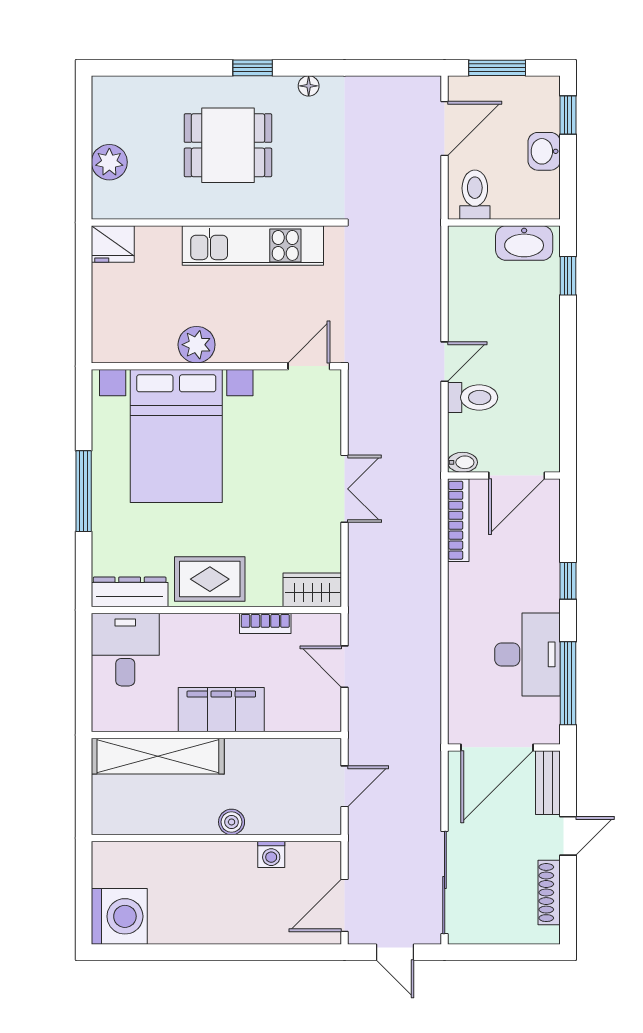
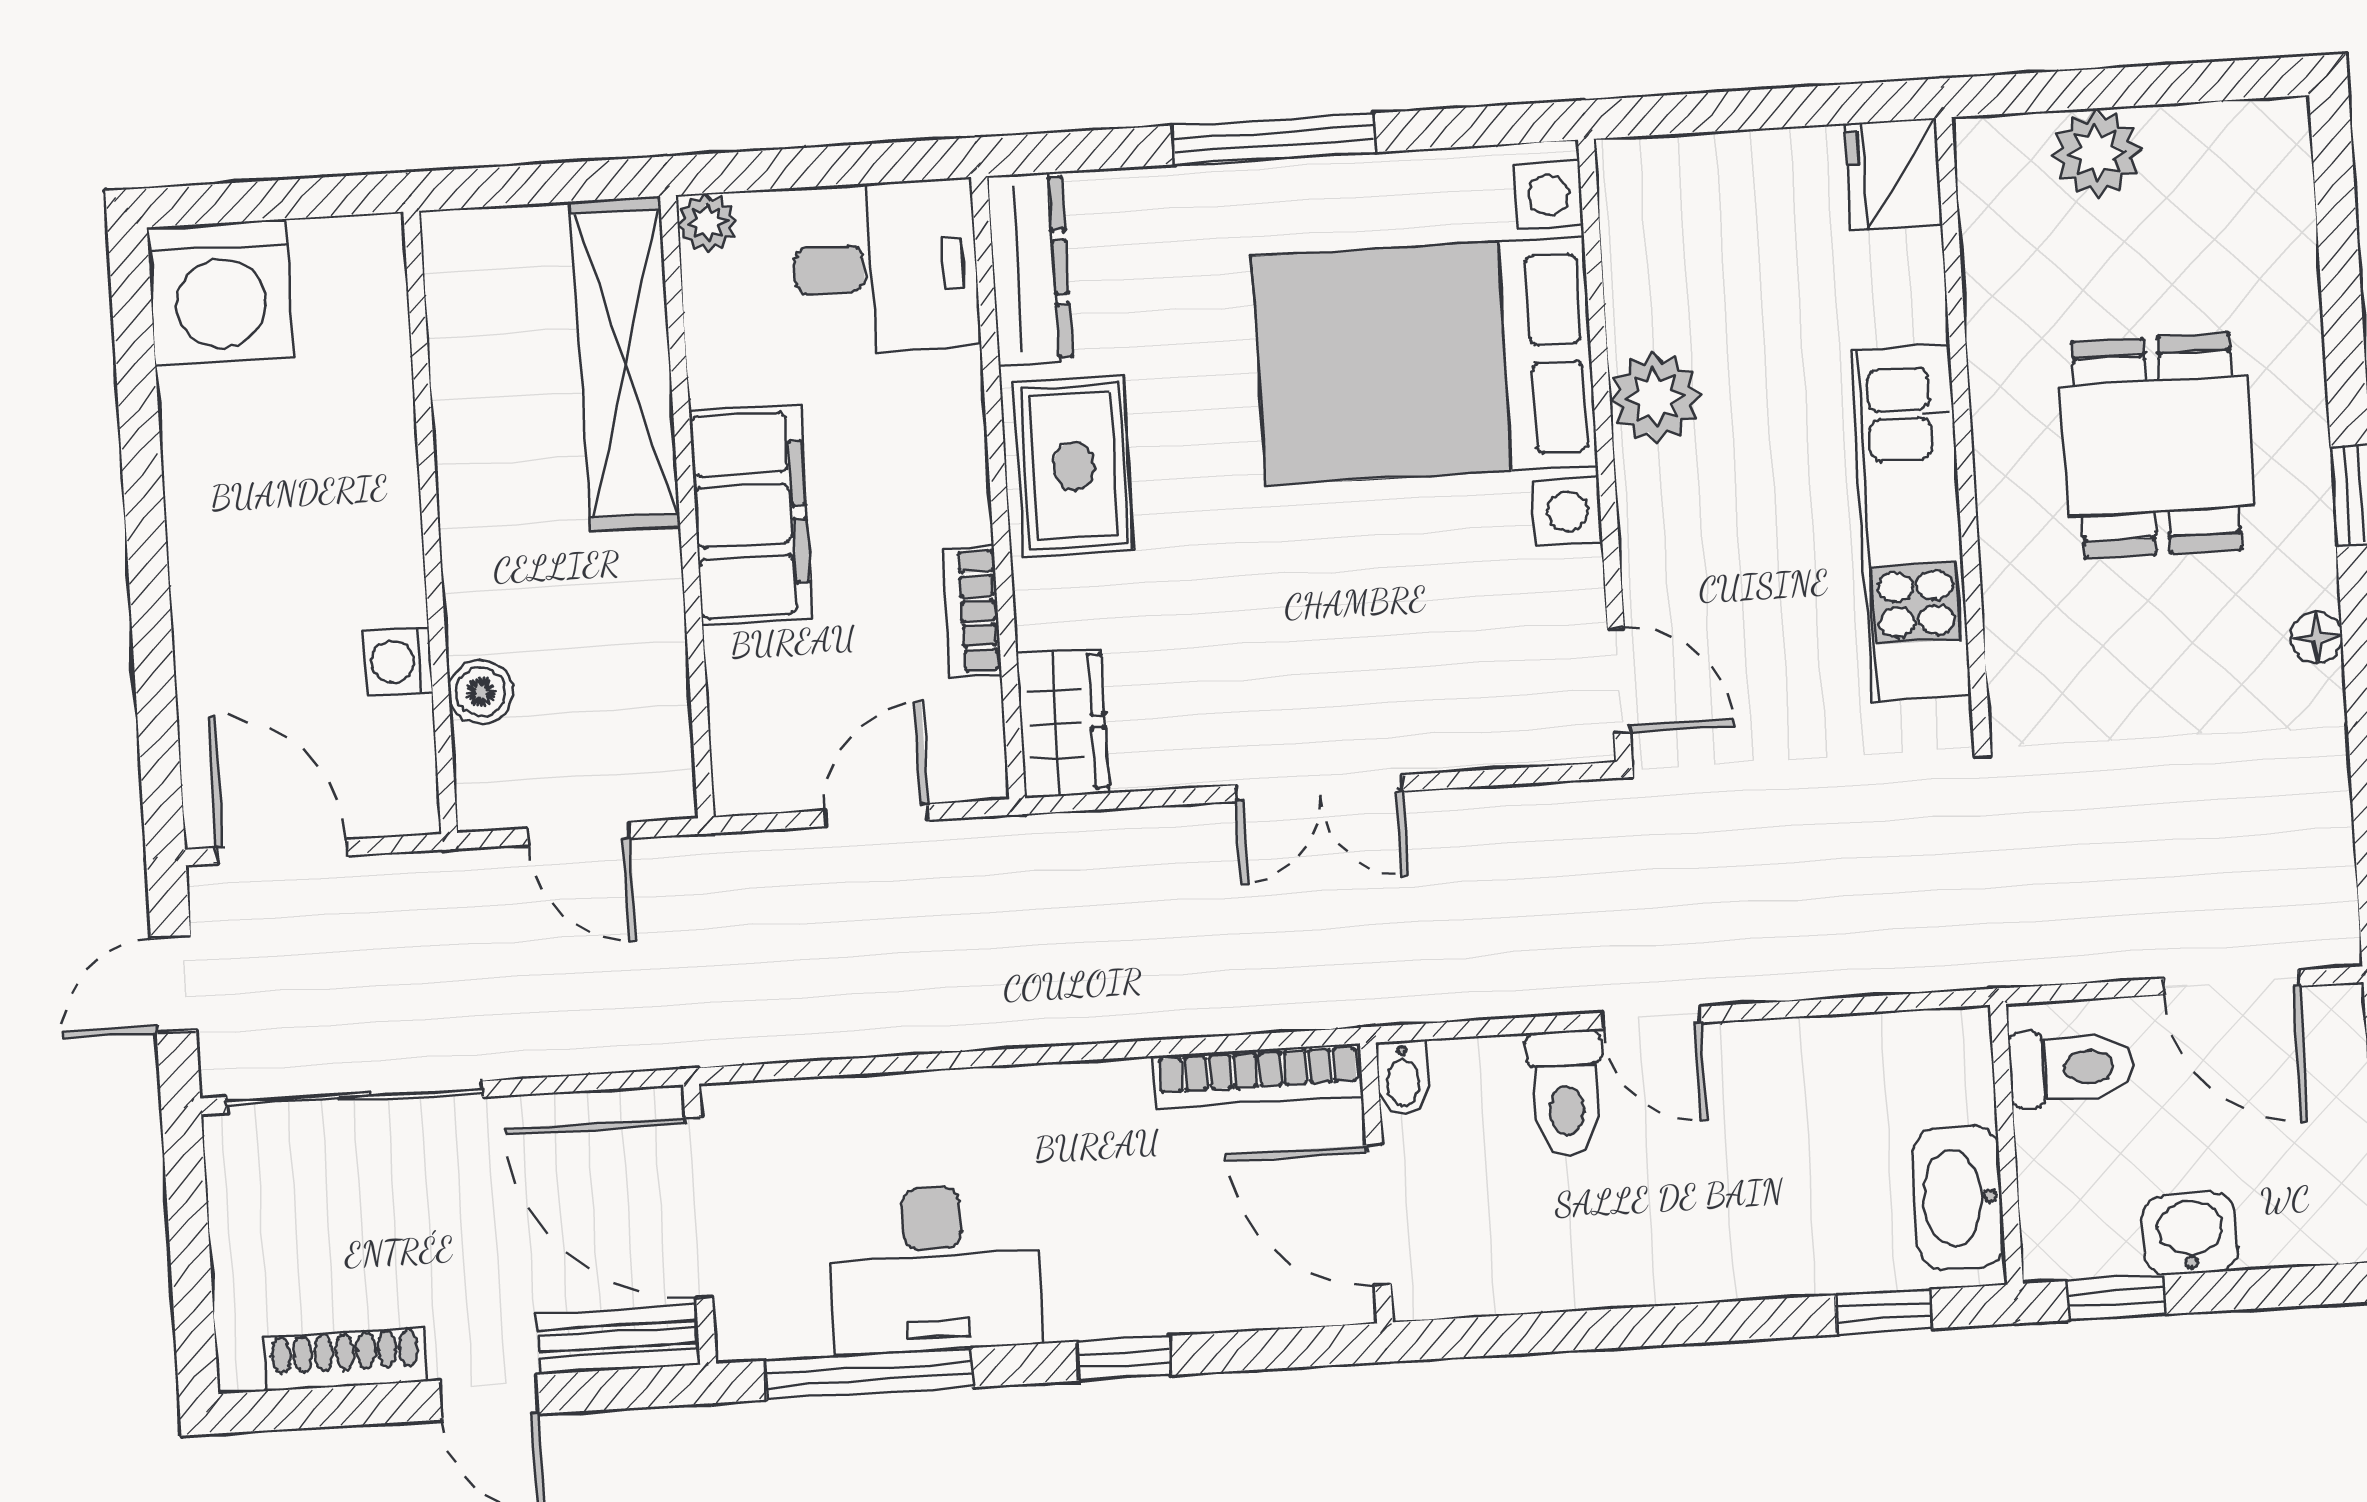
window: (568, 115) -> (2116, 1298), moved
plant: (103, 720) -> (707, 223), added
boiler: (232, 822) -> (481, 692), moved

